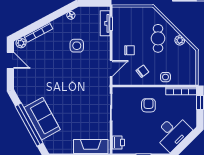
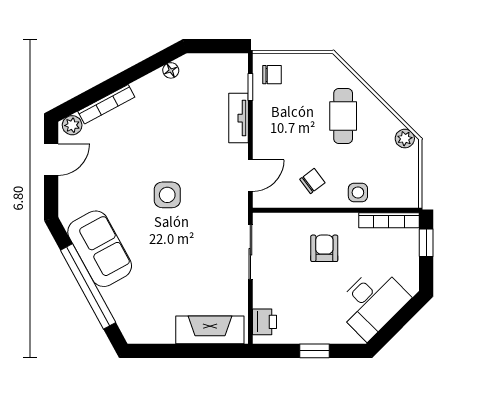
tv unit: (105, 23) -> (239, 118), moved
plant: (180, 40) -> (405, 139), moved
side table: (77, 46) -> (167, 195), moved
chair: (129, 50) -> (272, 75), moved
door: (10, 60) -> (51, 160), hinge flipped
sofa: (42, 119) -> (100, 249), moved

